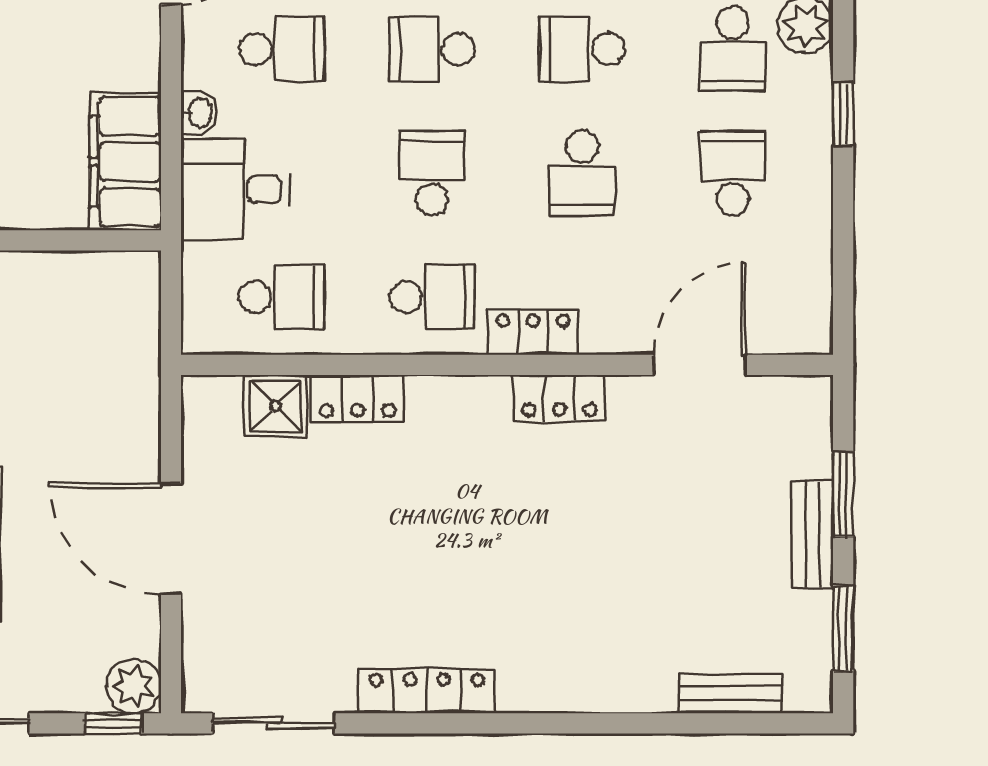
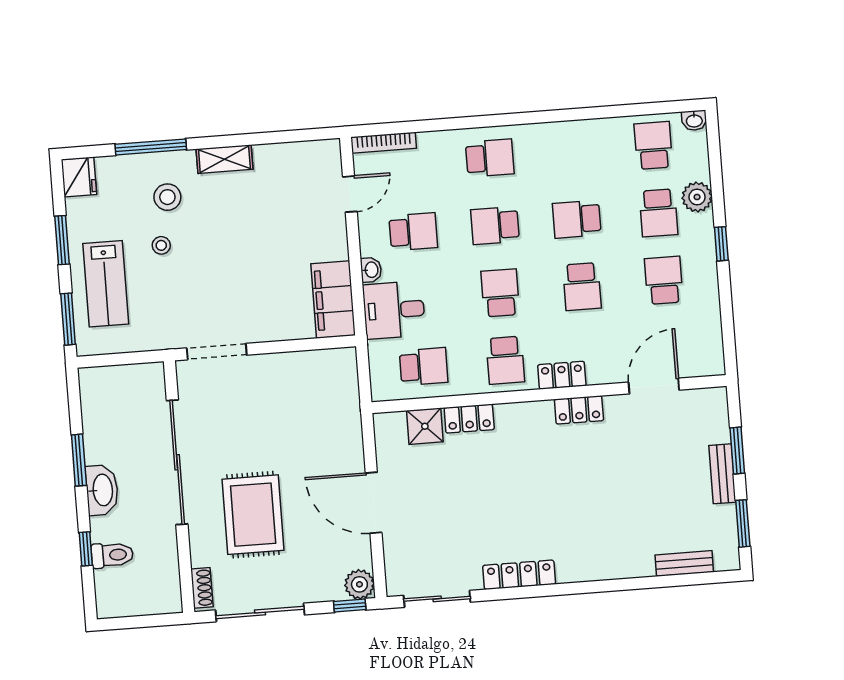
school desk: (432, 297) -> (505, 360), turned 90

